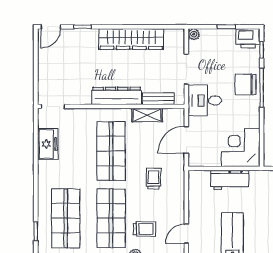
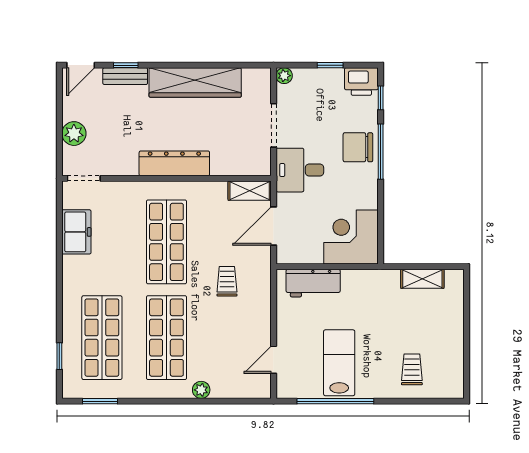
plant: (46, 75) -> (74, 134), added
bench: (158, 99) -> (125, 76), moved
shelving: (147, 115) -> (250, 191), moved
workbench: (230, 180) -> (313, 283), moved
trolley: (144, 229) -> (214, 353), removed

